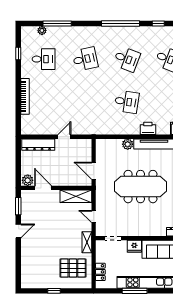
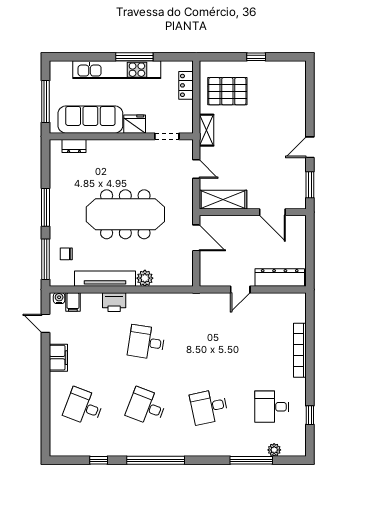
plant: (28, 180) -> (296, 224), removed

